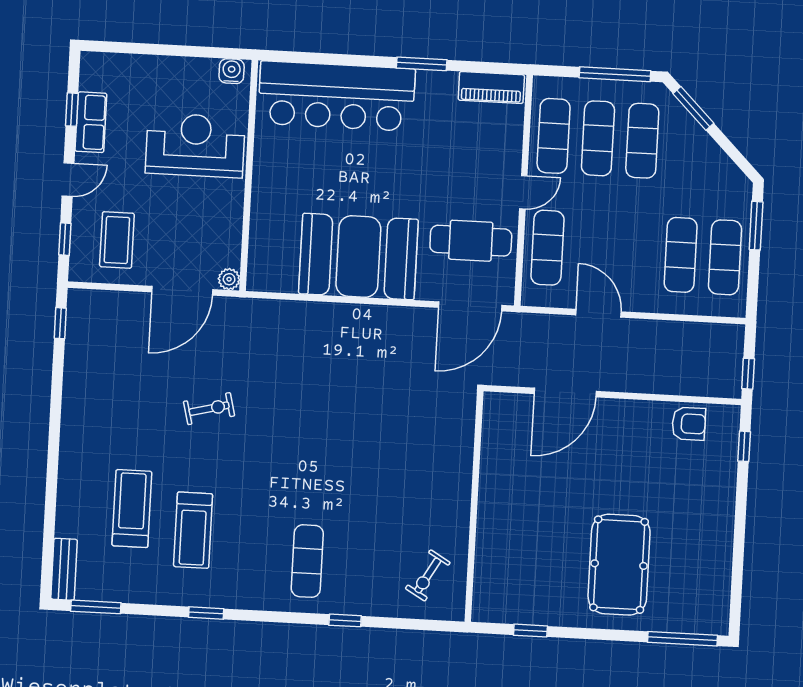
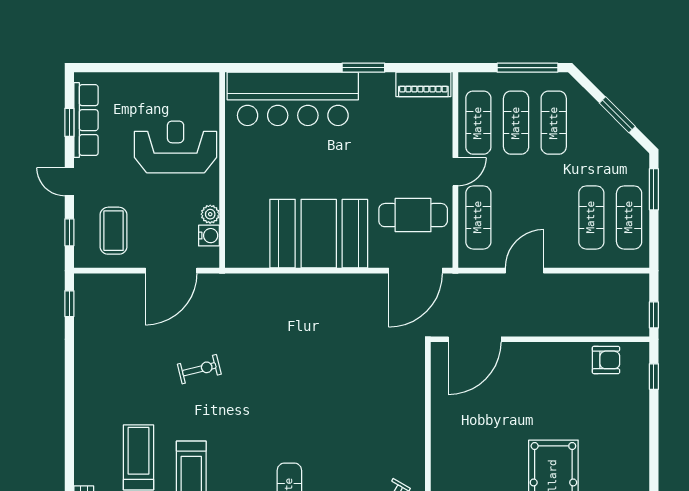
water cooler: (232, 71) -> (209, 236), moved, turned 90
window: (693, 108) -> (617, 115), moved
row of seats: (91, 122) -> (86, 120), width x1.48
door: (68, 180) -> (69, 182), swing flipped
plant: (229, 279) -> (210, 214), moved
door: (598, 313) -> (525, 271), hinge flipped
door: (565, 393) -> (475, 339), moved

